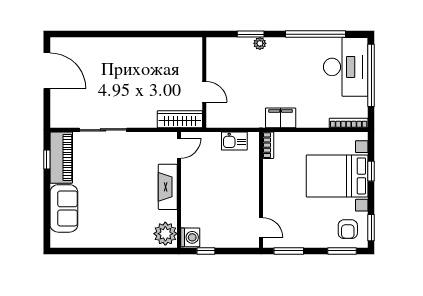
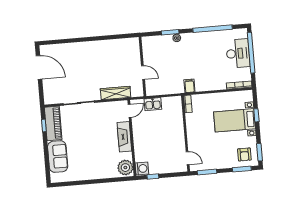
desk: (346, 67) -> (238, 53), width x0.73, depth x0.77
filing cabinet: (281, 118) -> (189, 86), width x0.50
wardrobe: (180, 119) -> (116, 93), moved
kitchen sink: (234, 141) -> (153, 104), moved
bed with nightstands: (337, 176) -> (235, 120), width x0.73

